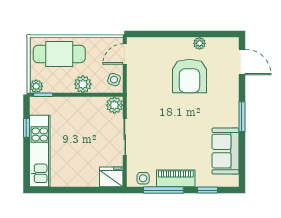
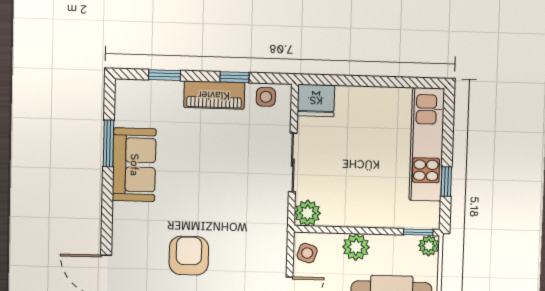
armchair: (189, 76) -> (189, 256), width x0.73, depth x0.73
window: (242, 117) -> (108, 143), moved
sofa: (225, 151) -> (134, 165), moved
window: (163, 190) -> (234, 77), width x0.46

